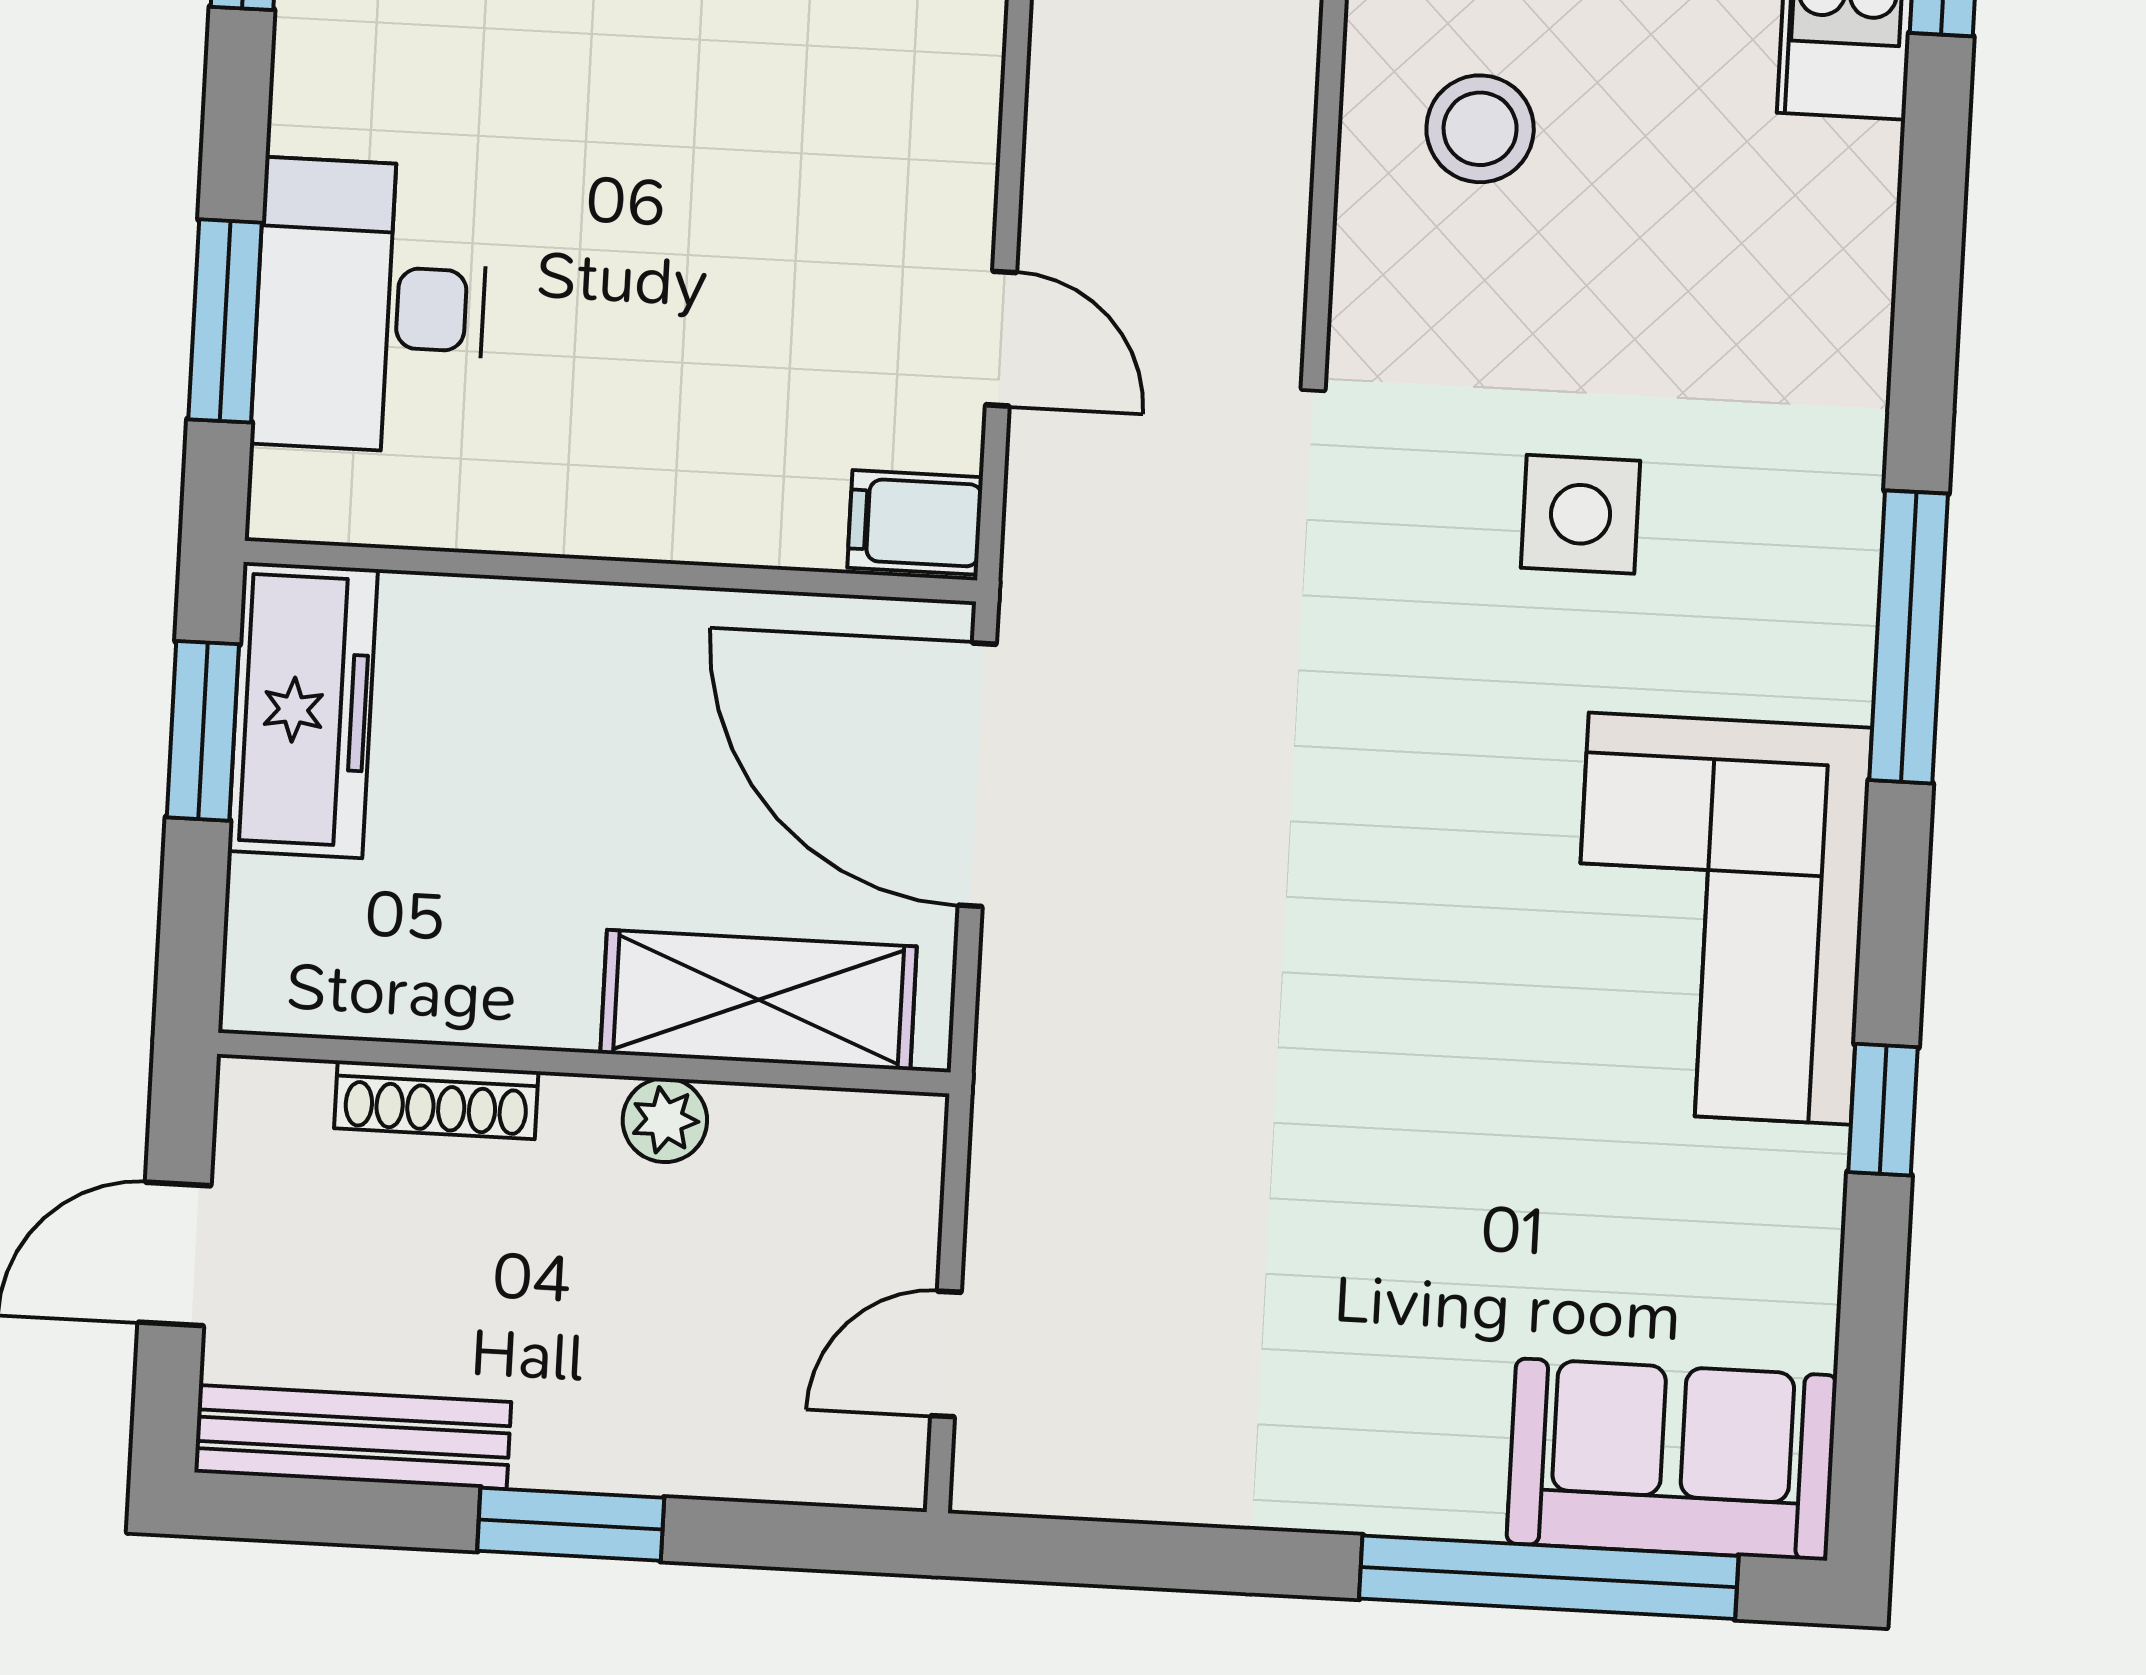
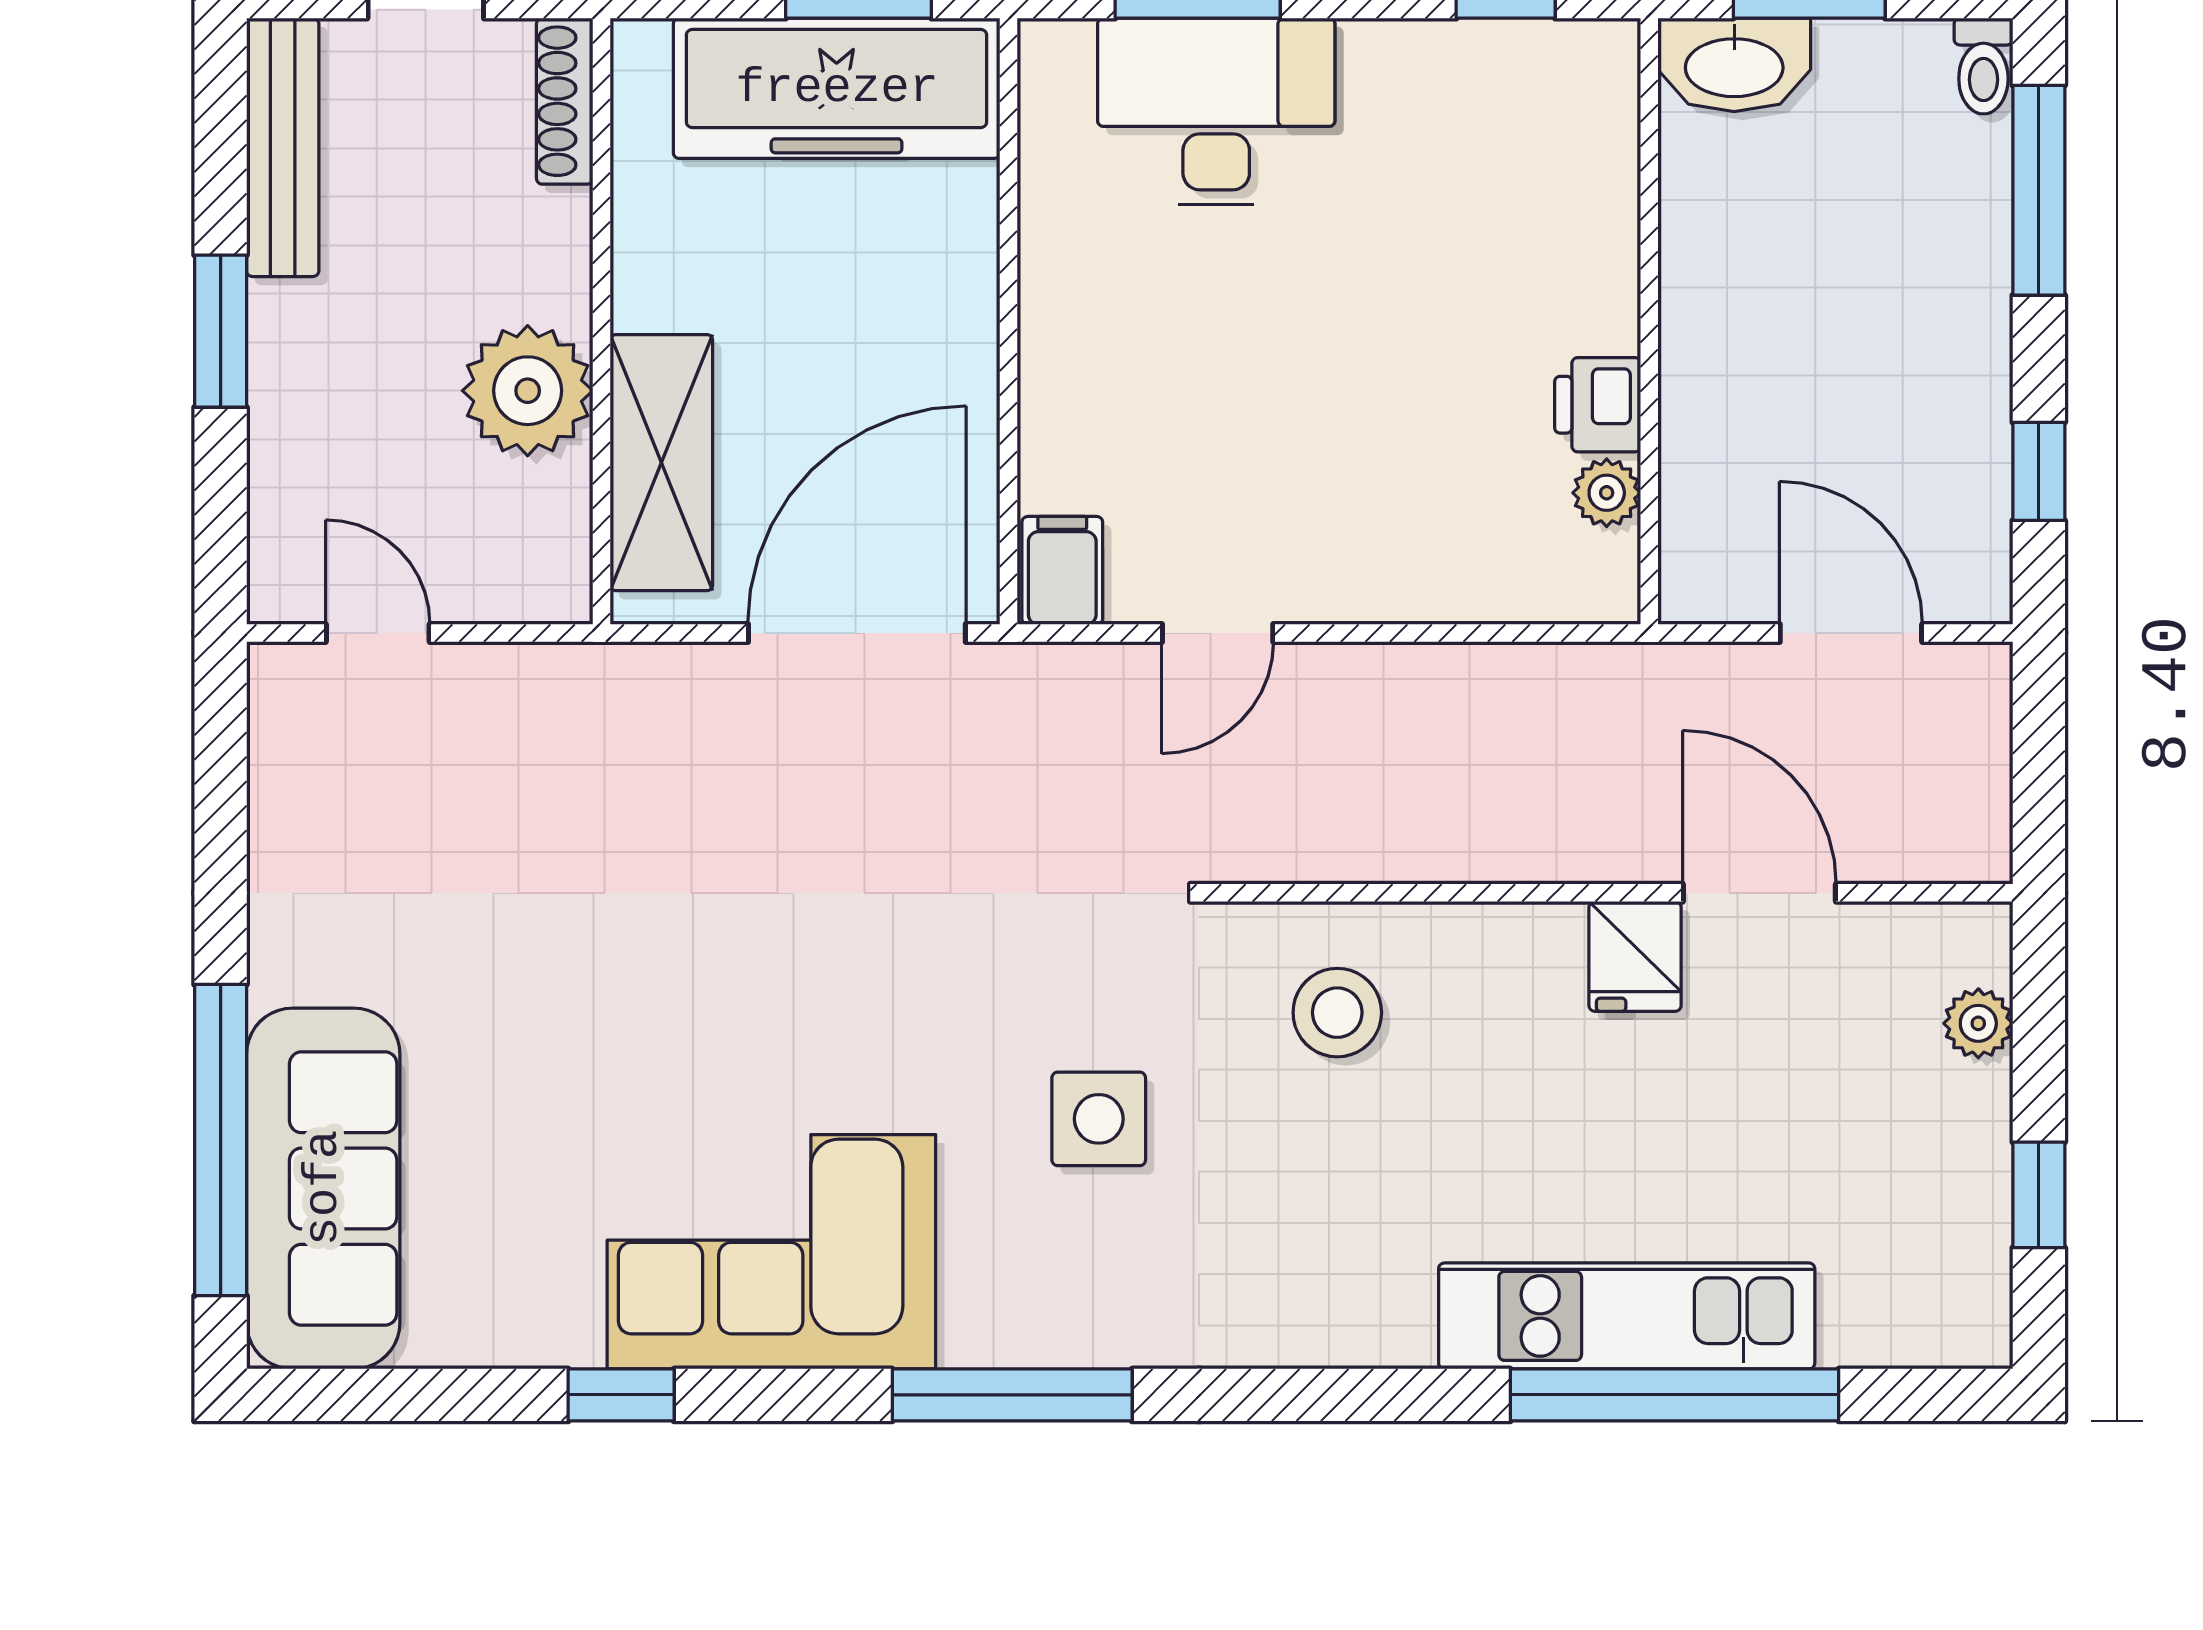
stool: (1480, 129) -> (1337, 1013), moved
freezer: (303, 710) -> (837, 88), width x1.36, depth x1.26
shoe rack: (436, 1100) -> (565, 101), moved
plant: (665, 1120) -> (528, 391), width x1.88, depth x1.88
sofa: (1672, 1459) -> (323, 1188), width x1.36

